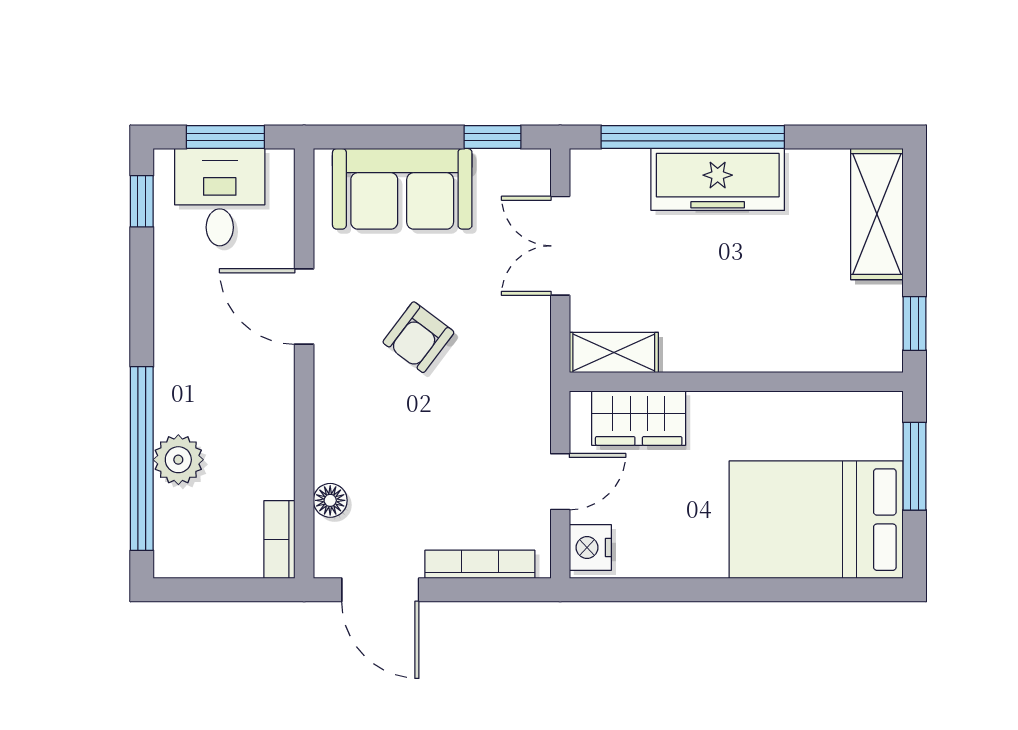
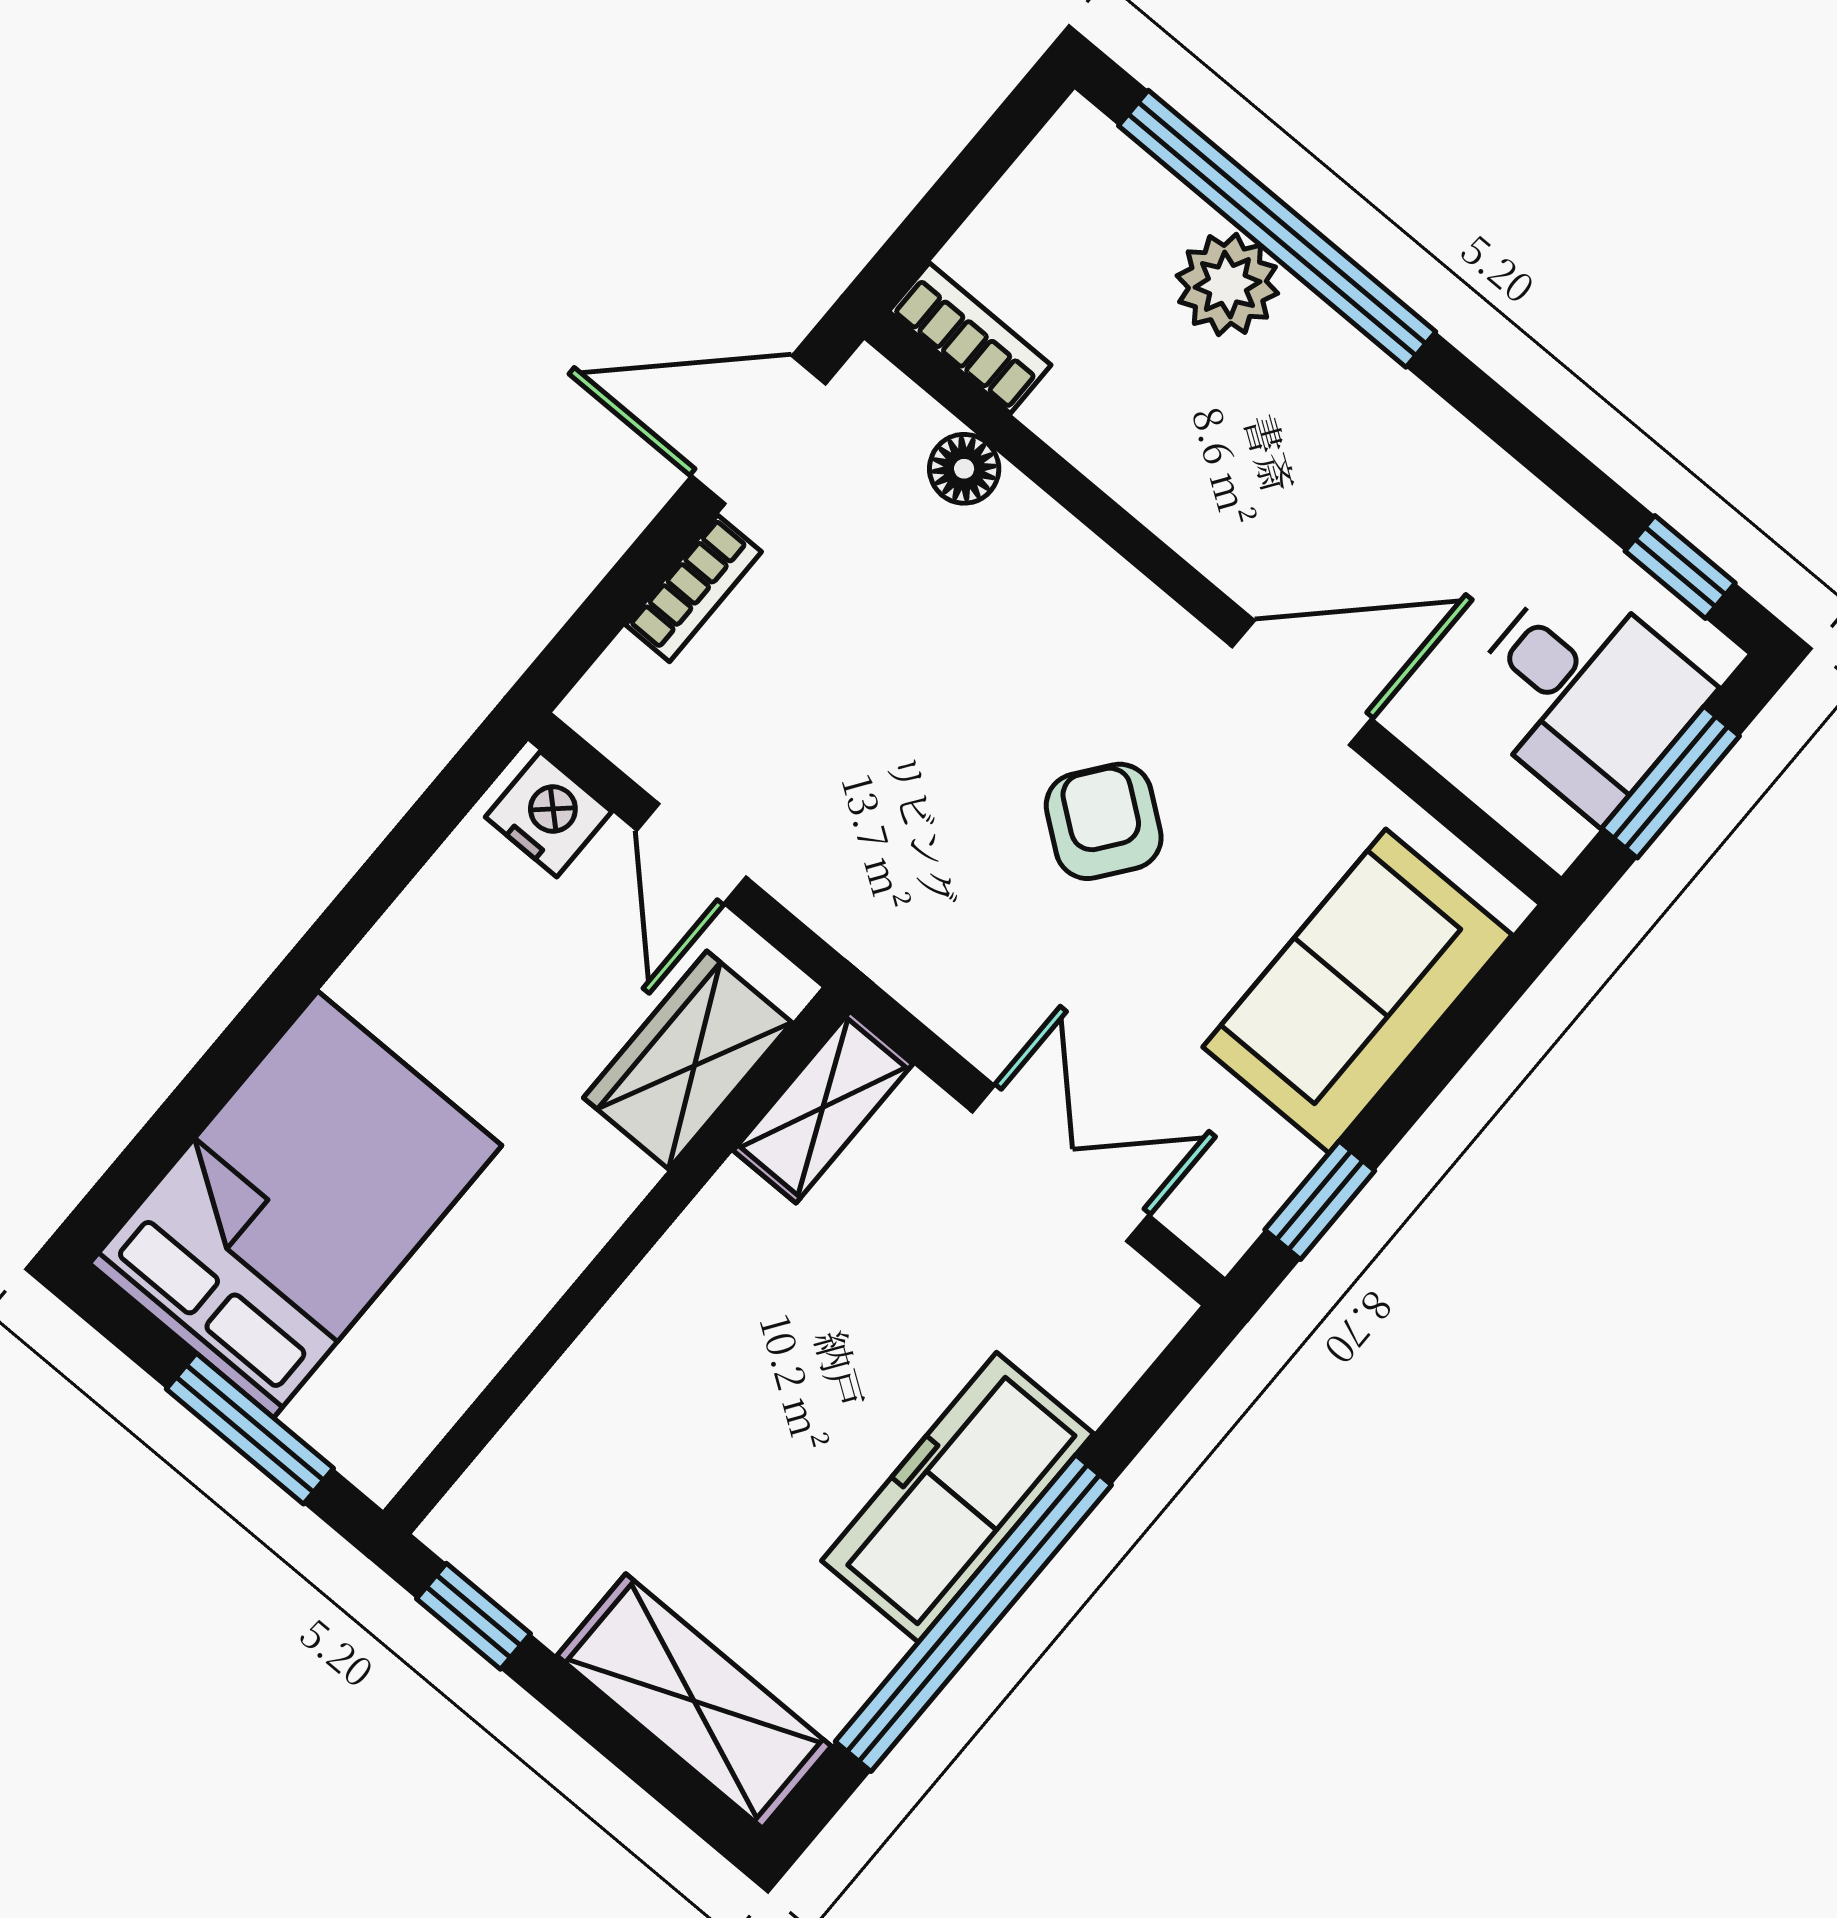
window: (693, 137) -> (973, 1613), moved
bookcase: (480, 564) -> (694, 588), width x0.64

